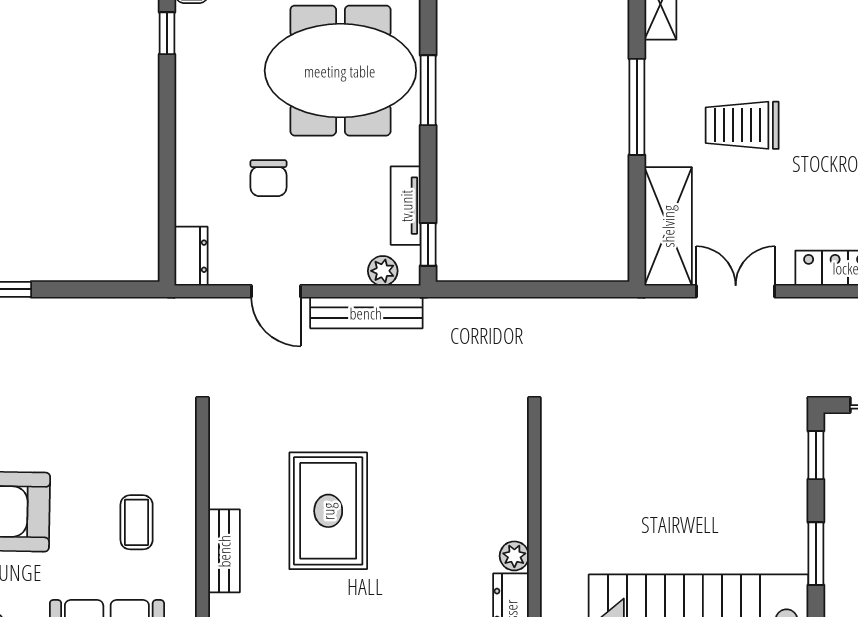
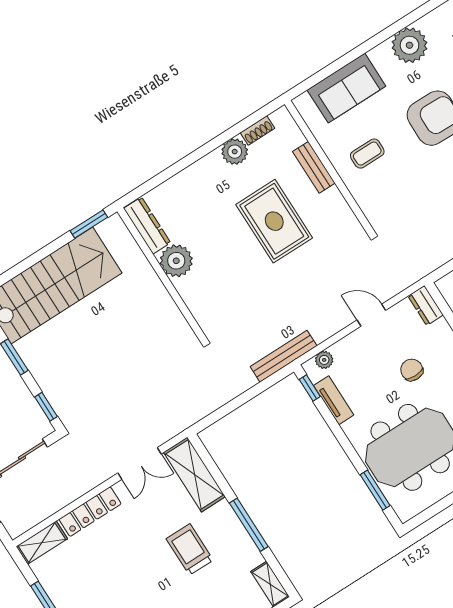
window: (428, 90) -> (375, 490), moved
trolley: (742, 125) -> (190, 549), turned -90
bench: (366, 313) -> (284, 356), moved
coffee table: (137, 522) -> (367, 154), turned 90
plant: (514, 556) -> (176, 261), width x1.88, depth x1.88

